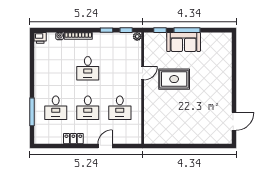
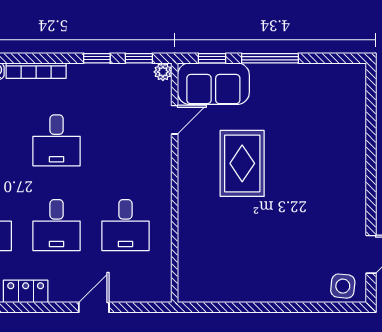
sofa: (184, 42) -> (213, 84), moved
door: (143, 73) -> (175, 120), moved
rug: (174, 79) -> (242, 163), turned 90
side table: (221, 136) -> (343, 286), added

